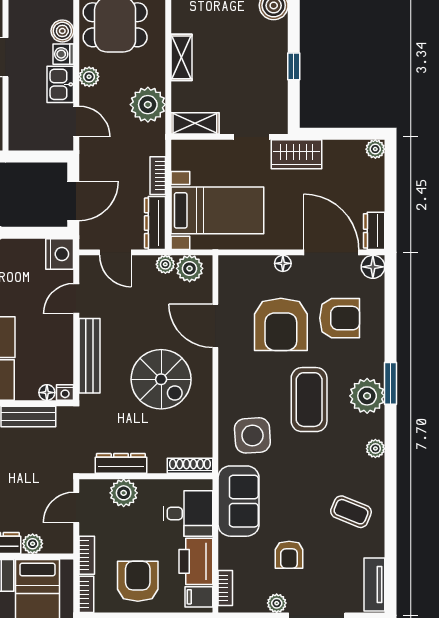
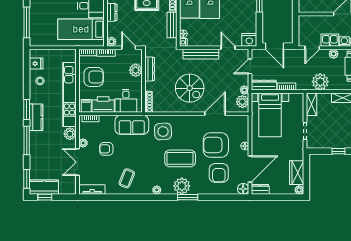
wardrobe: (297, 154) -> (297, 173), moved
spiral stairs: (161, 379) -> (190, 88), turned -90
plant: (33, 544) -> (112, 42), moved

